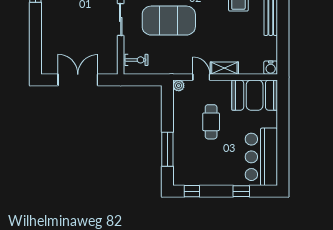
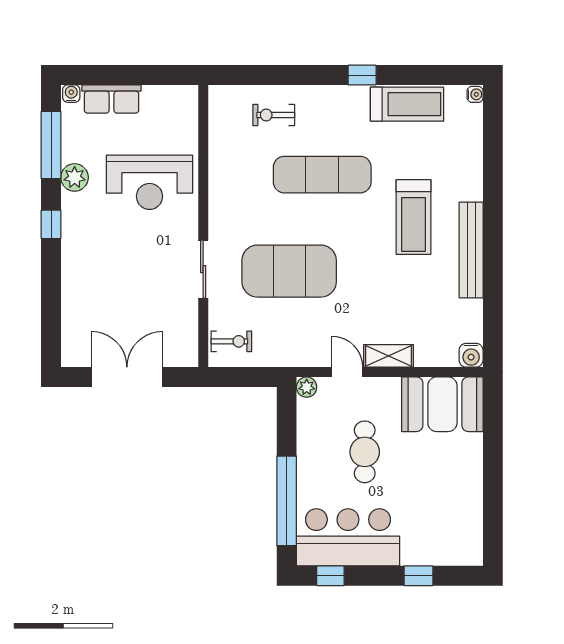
window: (167, 149) -> (287, 501), width x1.46
bar counter: (261, 157) -> (348, 537), moved, turned 90

